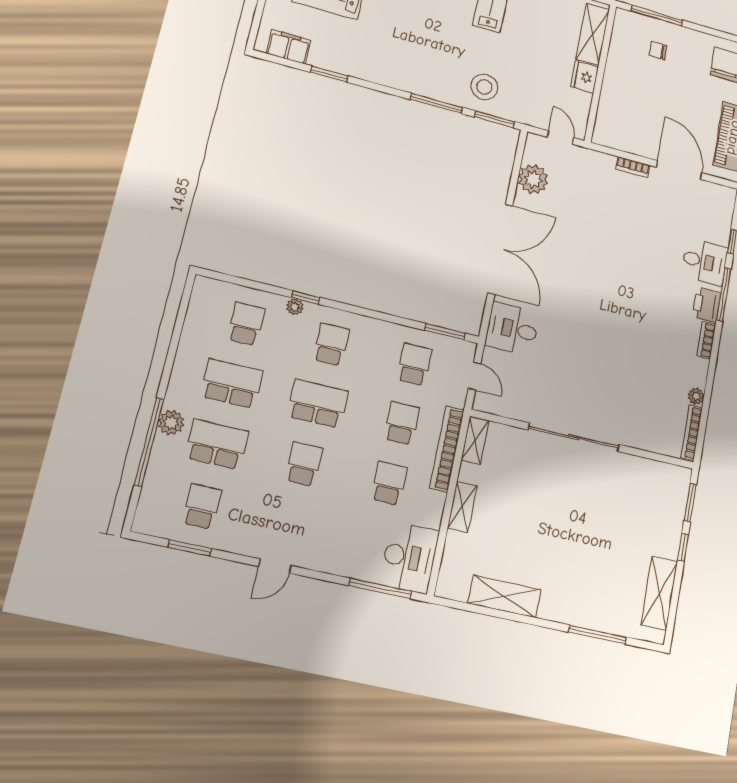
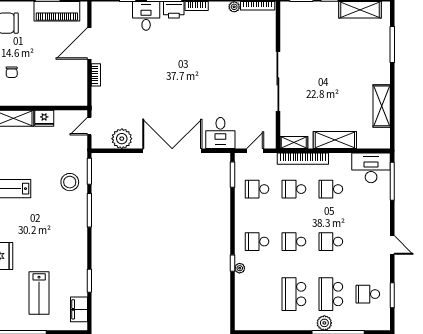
school desk: (246, 324) -> (257, 294), removed
school desk: (318, 404) -> (294, 242), width x0.54
shelving: (462, 507) -> (335, 140), width x1.50, depth x1.33

